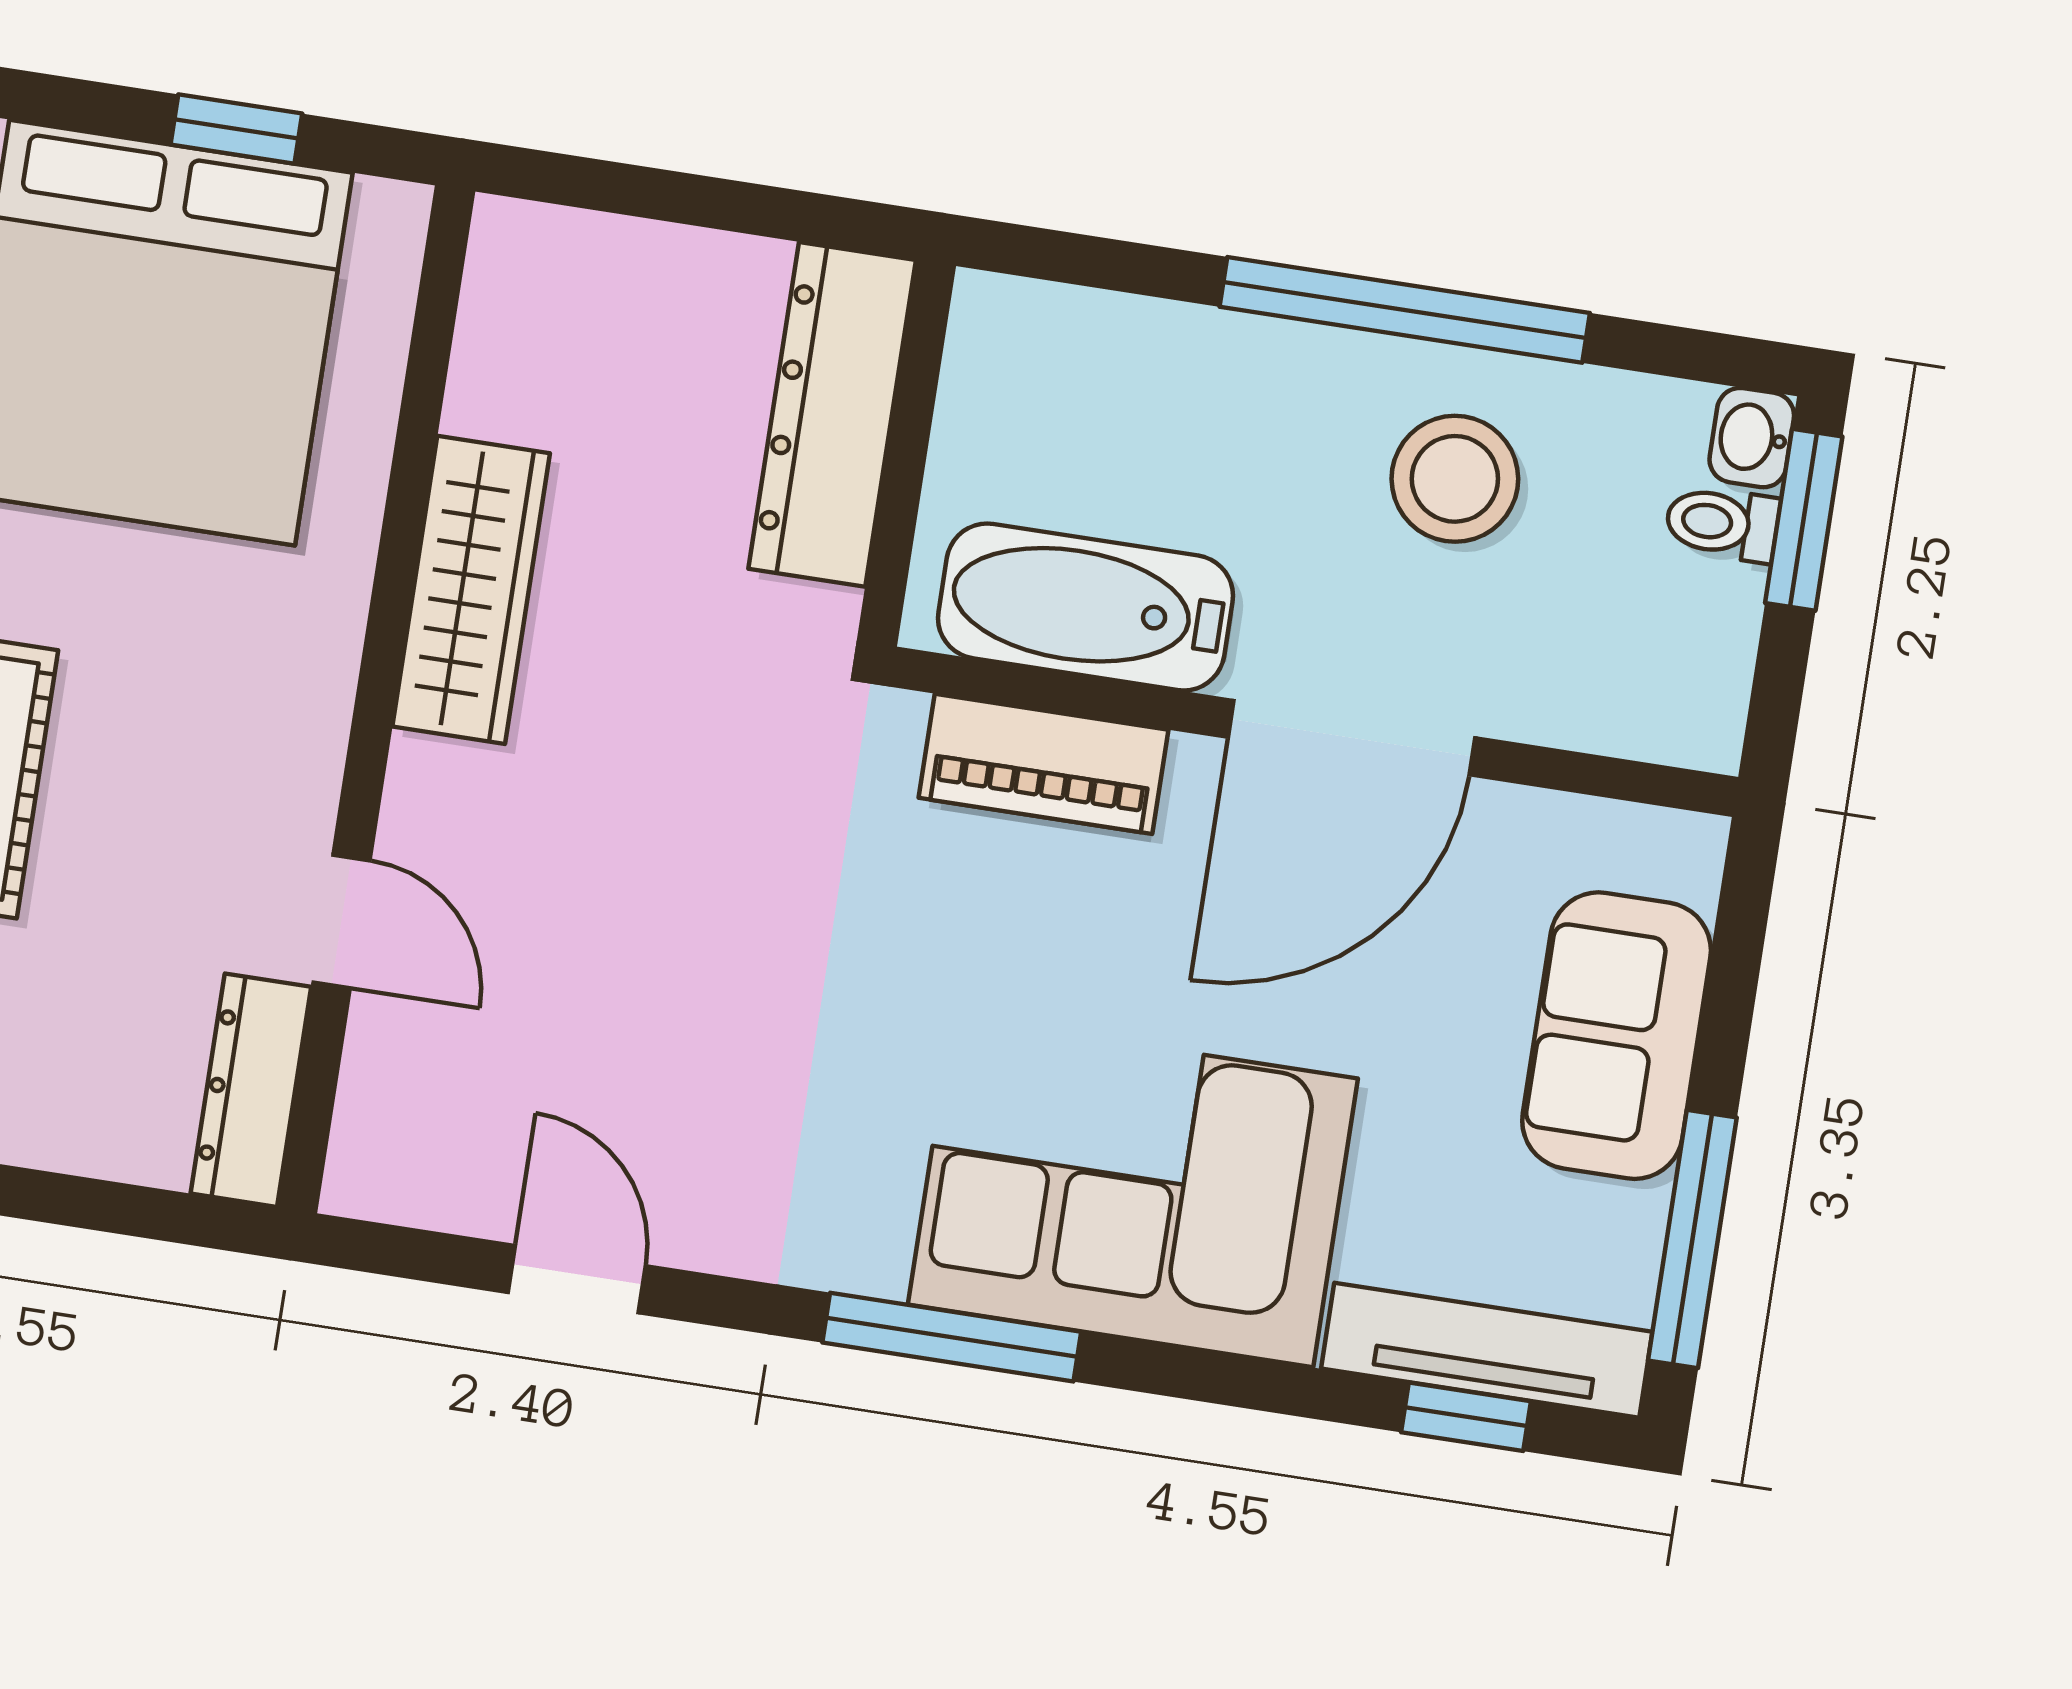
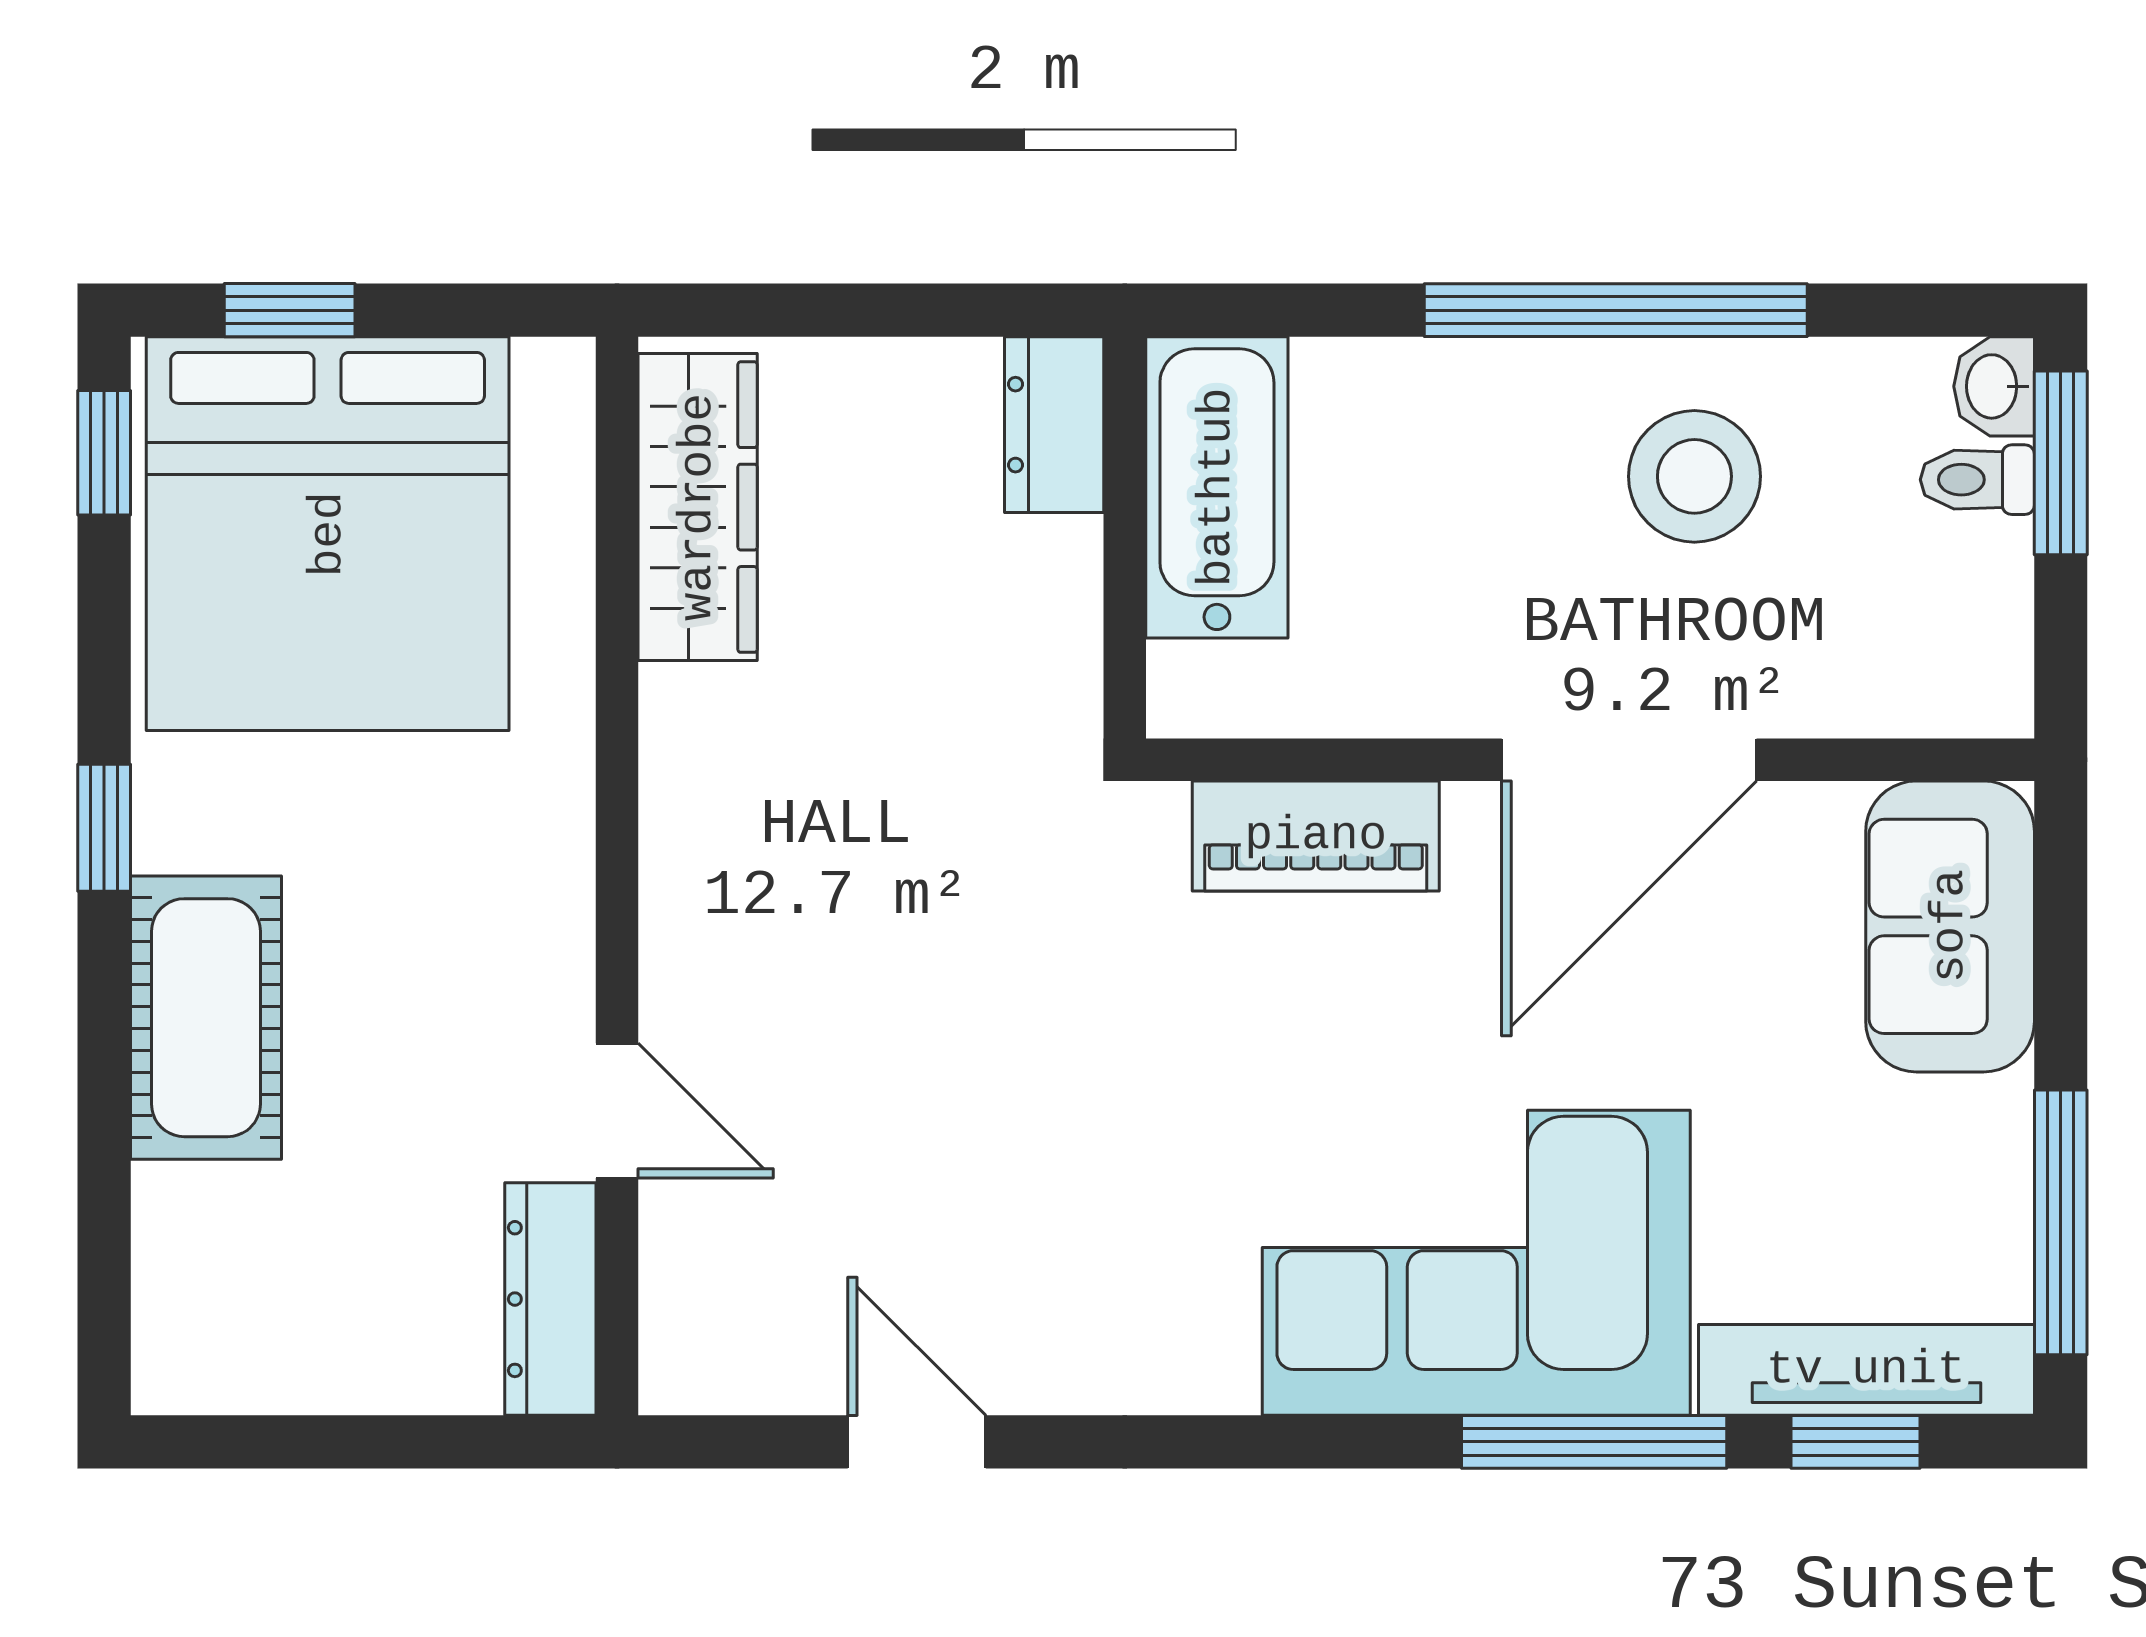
window: (236, 129) -> (290, 310), moved
dresser: (832, 414) -> (1054, 425), width x0.51, depth x0.80
wardrobe: (471, 590) -> (698, 507), moved
bathtub: (1086, 607) -> (1217, 487), moved, turned 90
sofa: (1617, 1036) -> (1950, 926), moved
window: (952, 1337) -> (1594, 1442), moved

